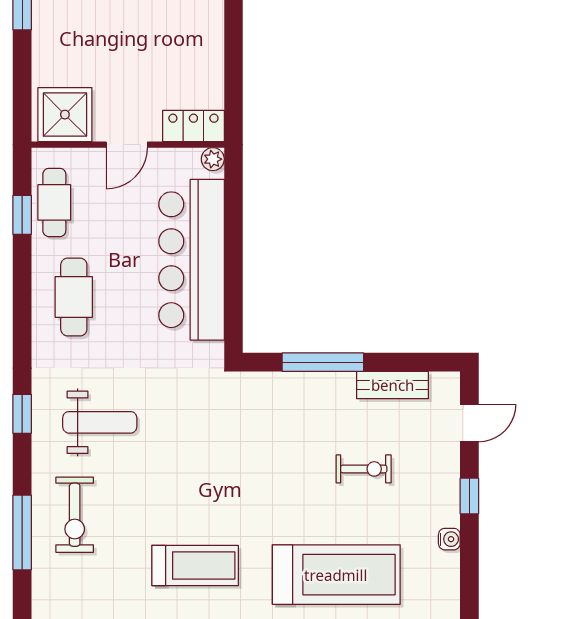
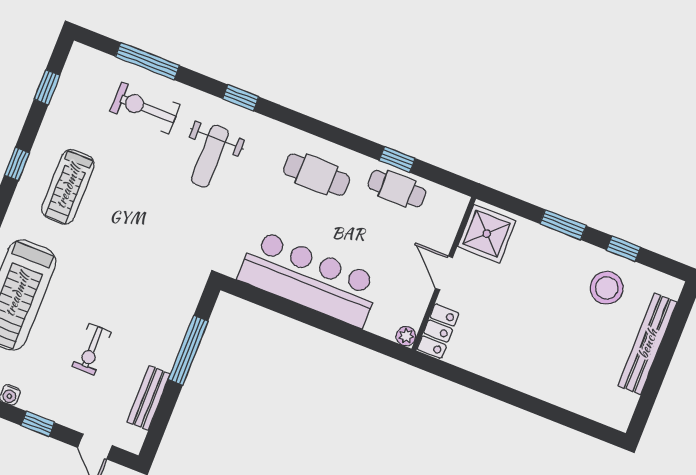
shower: (65, 115) -> (487, 234), moved
locker: (193, 126) -> (438, 331), moved
door: (127, 145) -> (444, 273), moved
wall: (128, 145) -> (444, 274), moved
plant: (213, 159) -> (406, 336), moved

